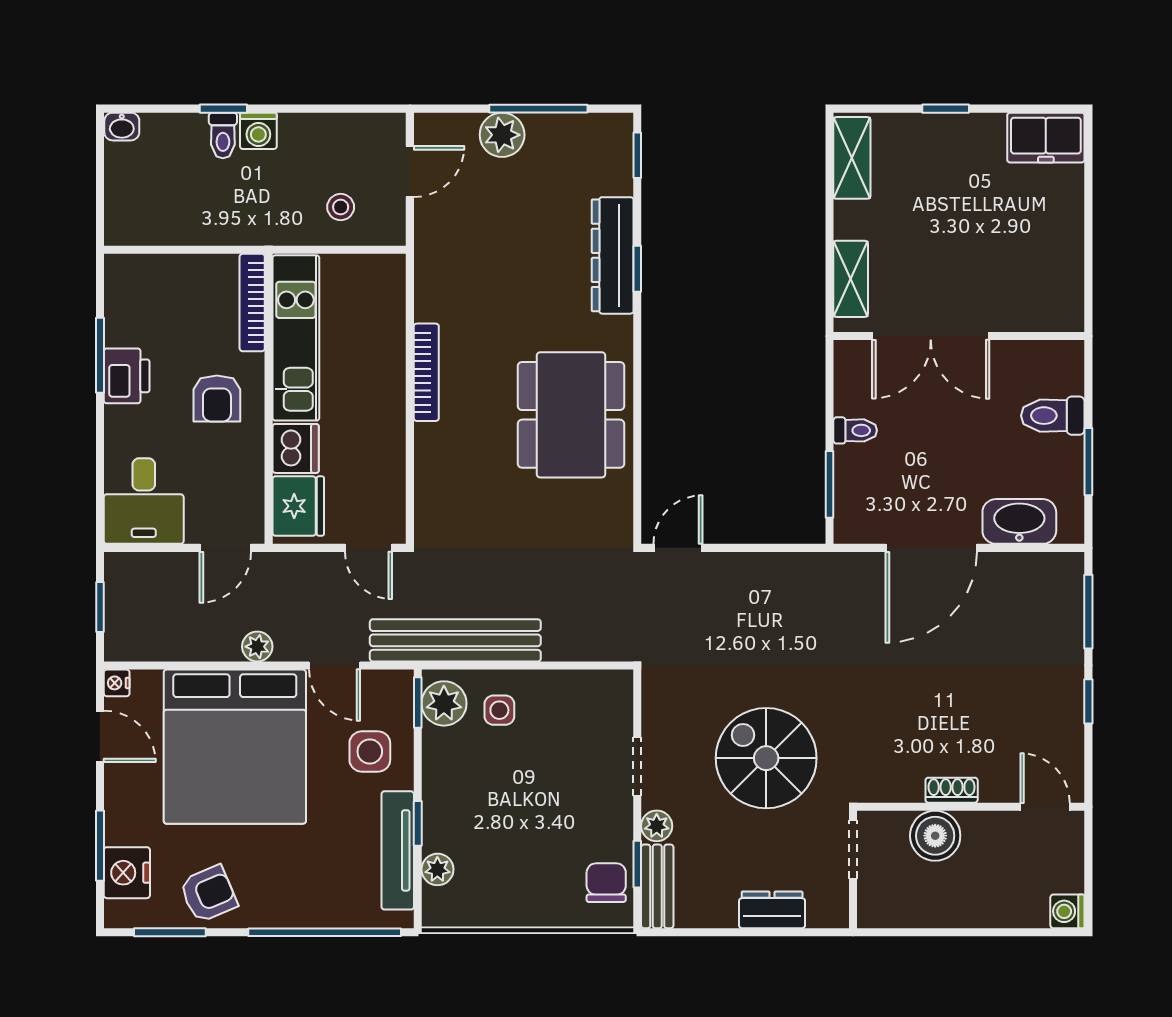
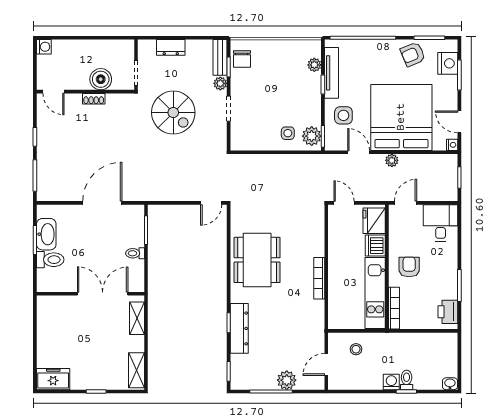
printer: (127, 376) -> (448, 312), moved
washbasin: (1019, 521) -> (46, 234), moved, turned -90
bench: (455, 640) -> (307, 163), removed

